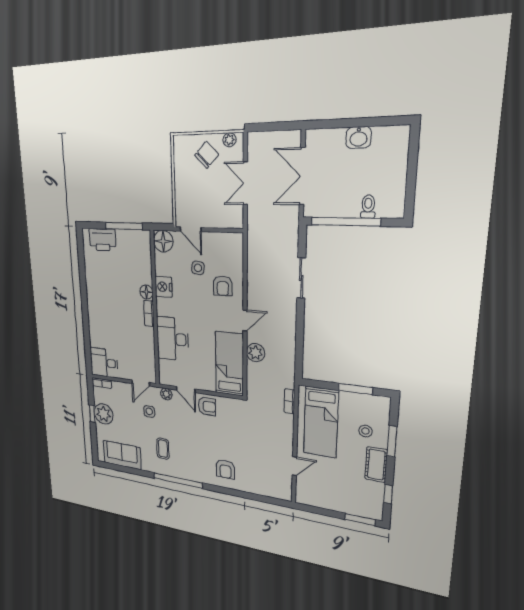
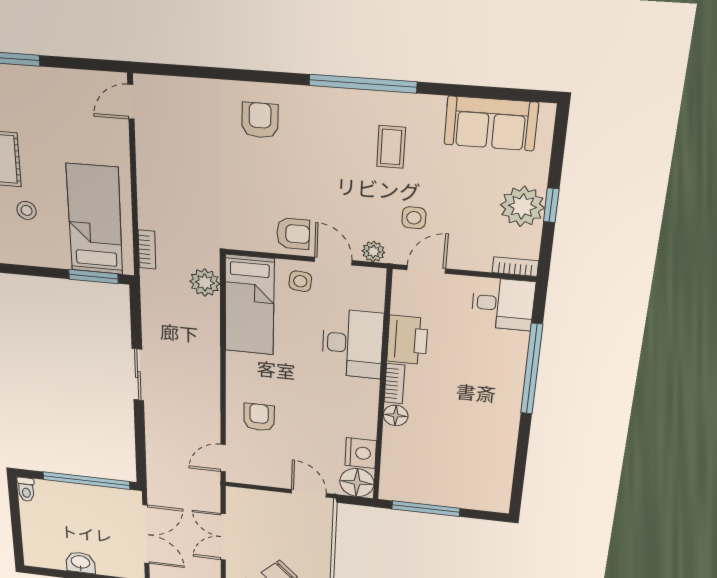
double door: (245, 183) -> (223, 537), swing flipped
toilet: (368, 207) -> (26, 489), moved
printer: (103, 240) -> (407, 340), moved, turned 90
side table: (198, 268) -> (300, 281), moved
sliding door: (301, 278) -> (138, 375), moved
nightstand: (164, 287) -> (361, 453), moved
door: (245, 320) -> (223, 458), moved
window: (86, 325) -> (532, 369), added
plant: (255, 353) -> (205, 283), moved
window: (355, 389) -> (93, 277), moved
armchair: (207, 406) -> (293, 234), turned 180
door: (294, 466) -> (131, 102), moved

